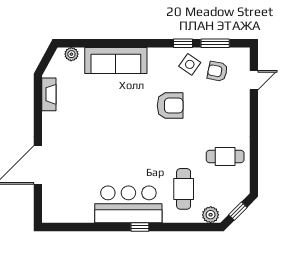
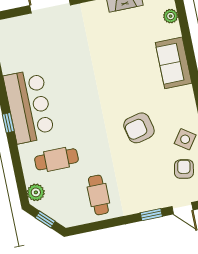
sofa: (116, 60) -> (174, 63), width x0.73
armchair: (170, 106) -> (139, 128), turned 77
window: (254, 111) -> (151, 215), added

